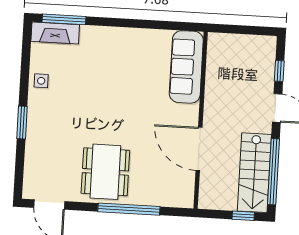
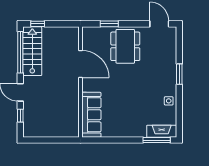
sofa: (186, 67) -> (91, 115), moved
wall: (201, 120) -> (80, 82), moved
door: (199, 149) -> (80, 64), moved
window: (129, 209) -> (109, 24), width x0.47

